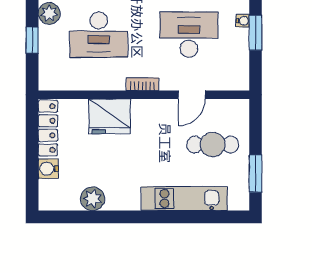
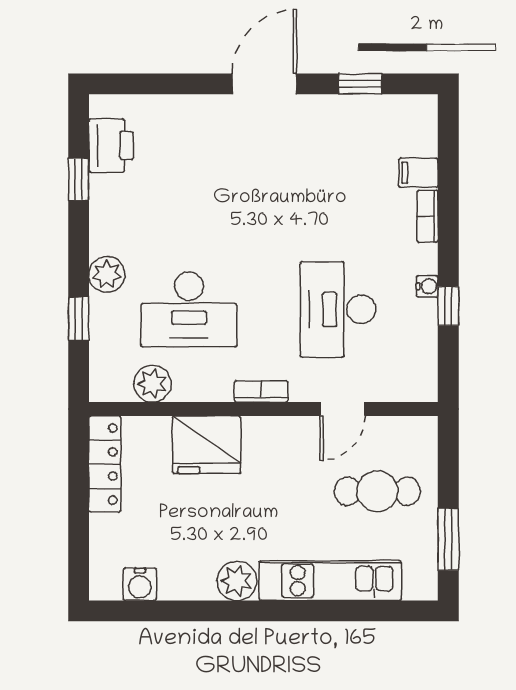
window: (256, 33) -> (448, 306), width x0.67
desk: (189, 35) -> (338, 309), turned -90
plant: (77, 79) -> (153, 384), added
water cooler: (48, 169) -> (140, 584), moved, turned -90
plant: (93, 199) -> (237, 581), moved

